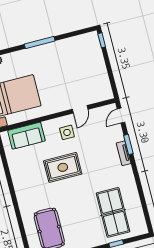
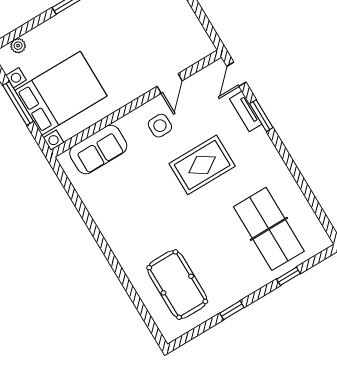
tv unit: (124, 153) -> (246, 111), moved
rug: (63, 167) -> (202, 165), moved

